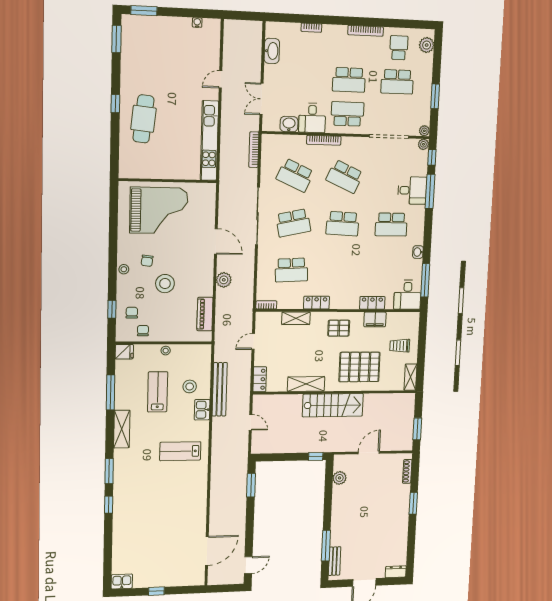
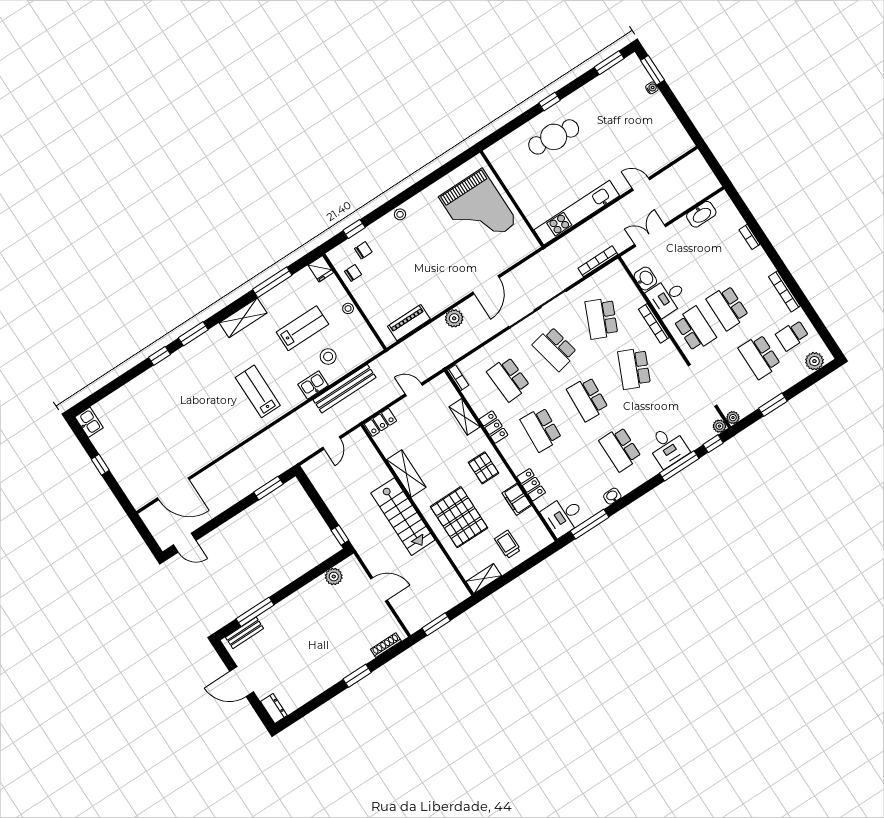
water cooler: (197, 23) -> (652, 88), moved
school desk: (399, 48) -> (792, 335), turned 180
chair: (147, 261) -> (423, 231), removed
school desk: (341, 270) -> (541, 429), added
stool: (165, 284) -> (413, 263), removed

